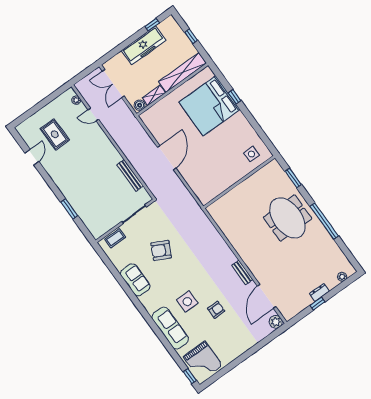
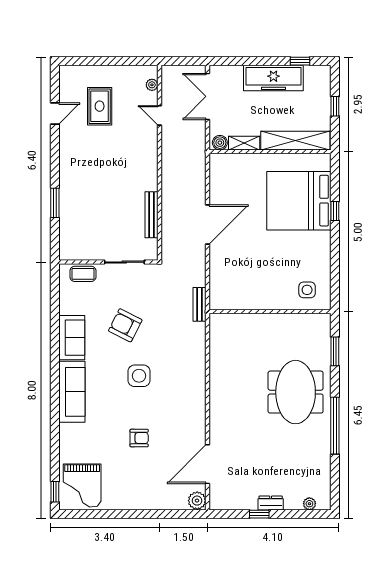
bench: (242, 272) -> (200, 304), moved
side table: (187, 302) -> (139, 376), moved
sofa: (170, 328) -> (72, 392), moved

